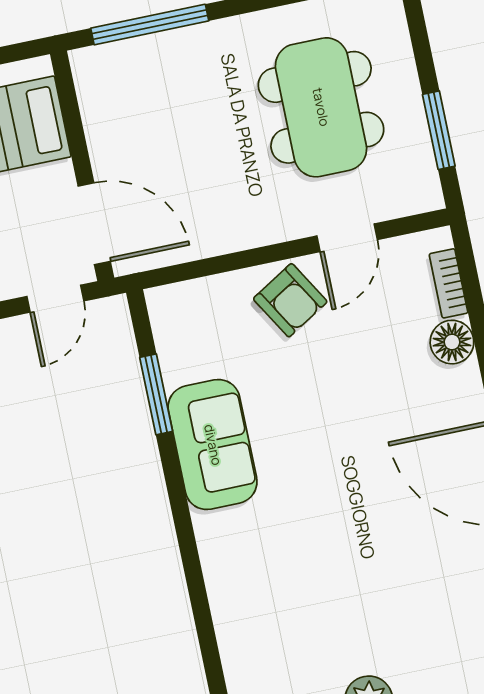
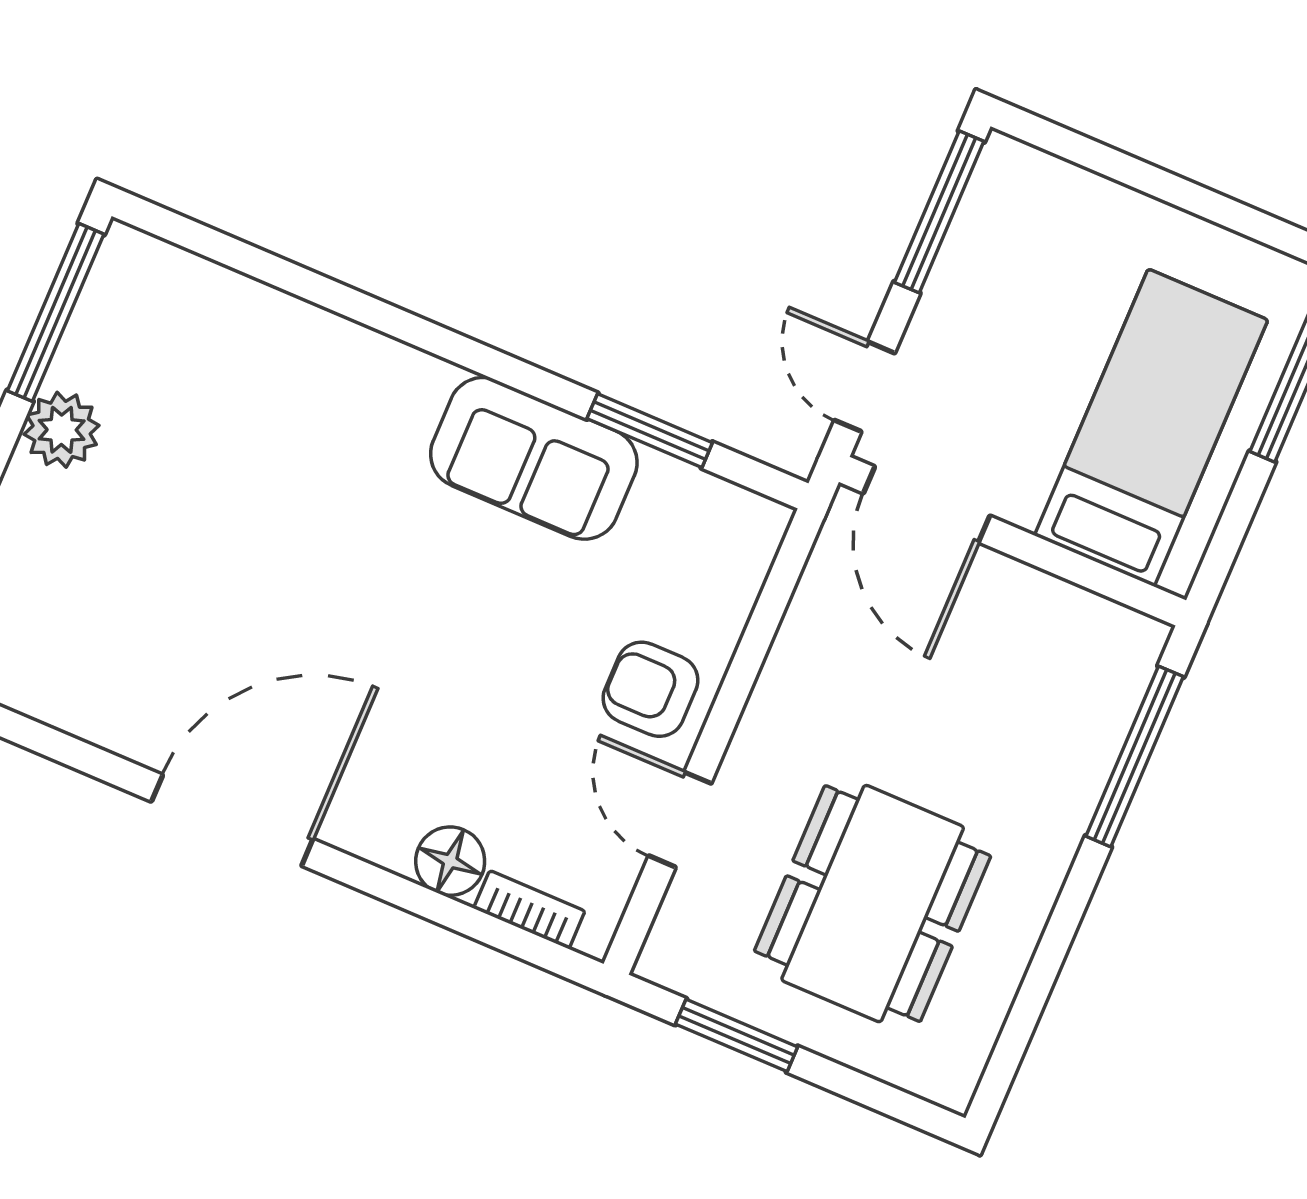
dining table: (321, 107) -> (873, 904), turned 90
door: (94, 224) -> (927, 504), hinge flipped
armchair: (290, 300) -> (650, 689), turned 31

